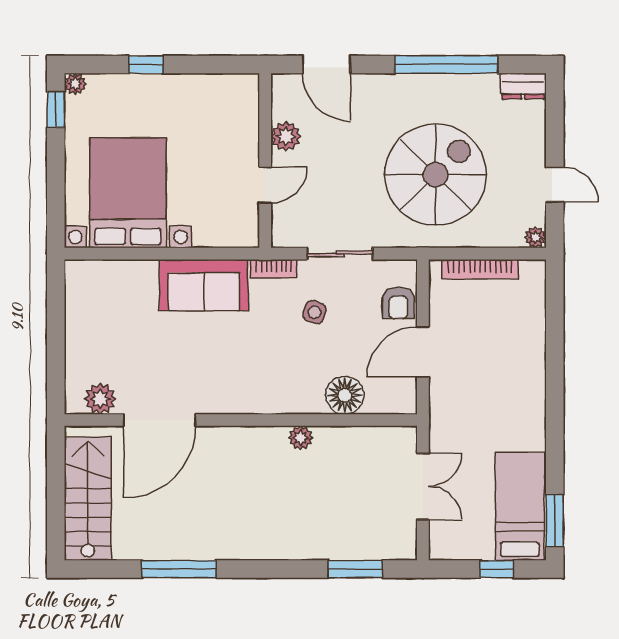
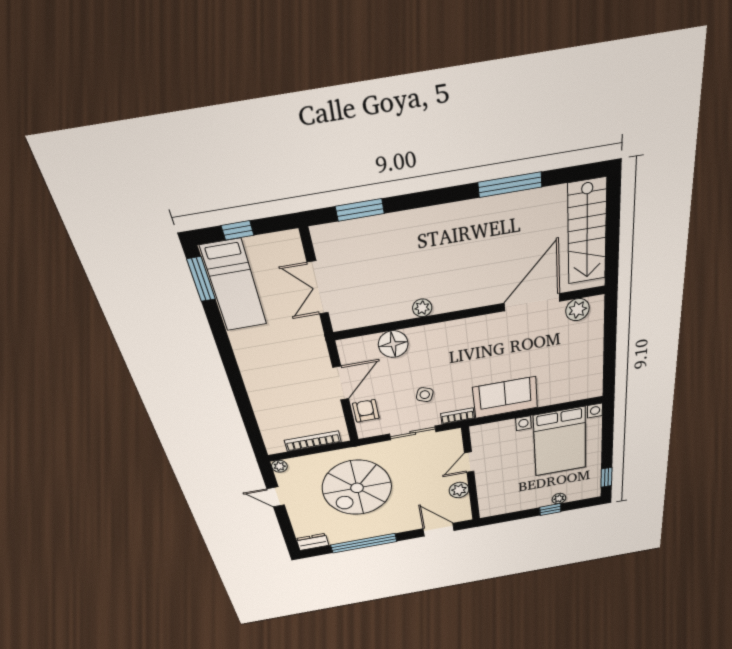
plant: (75, 84) -> (559, 499), moved

